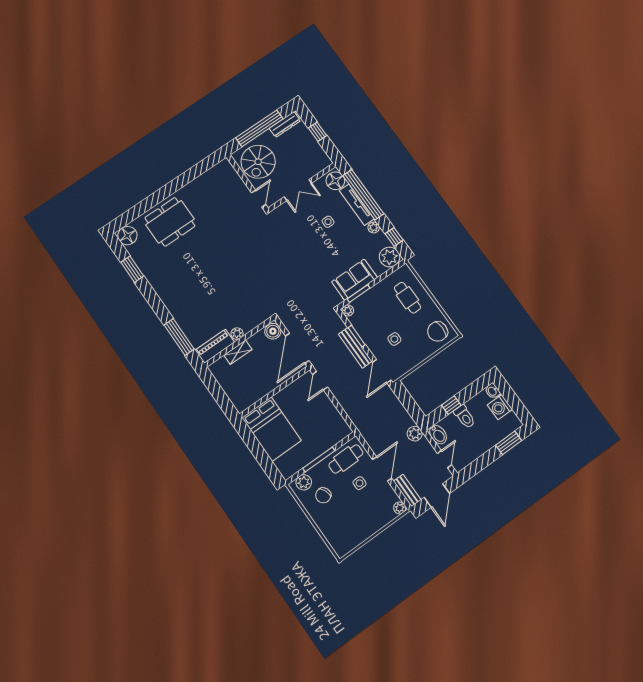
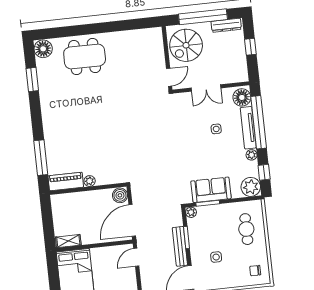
chair: (438, 331) -> (255, 271), width x0.54, depth x0.54
shelving: (238, 352) -> (68, 241), moved

